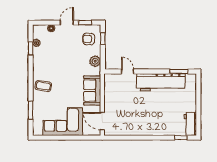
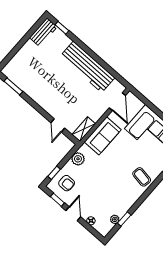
door: (67, 23) -> (73, 214), swing flipped
workbench: (161, 82) -> (87, 67), moved, turned 180
shelving: (108, 84) -> (84, 129), added

